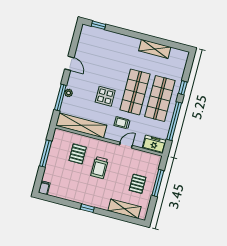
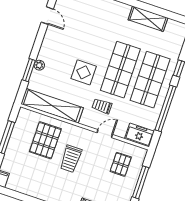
door: (69, 63) -> (47, 16), moved
window: (60, 97) -> (29, 70), width x0.69
pallet: (78, 154) -> (45, 140), width x1.50, depth x1.42
pallet: (138, 184) -> (121, 164), moved

